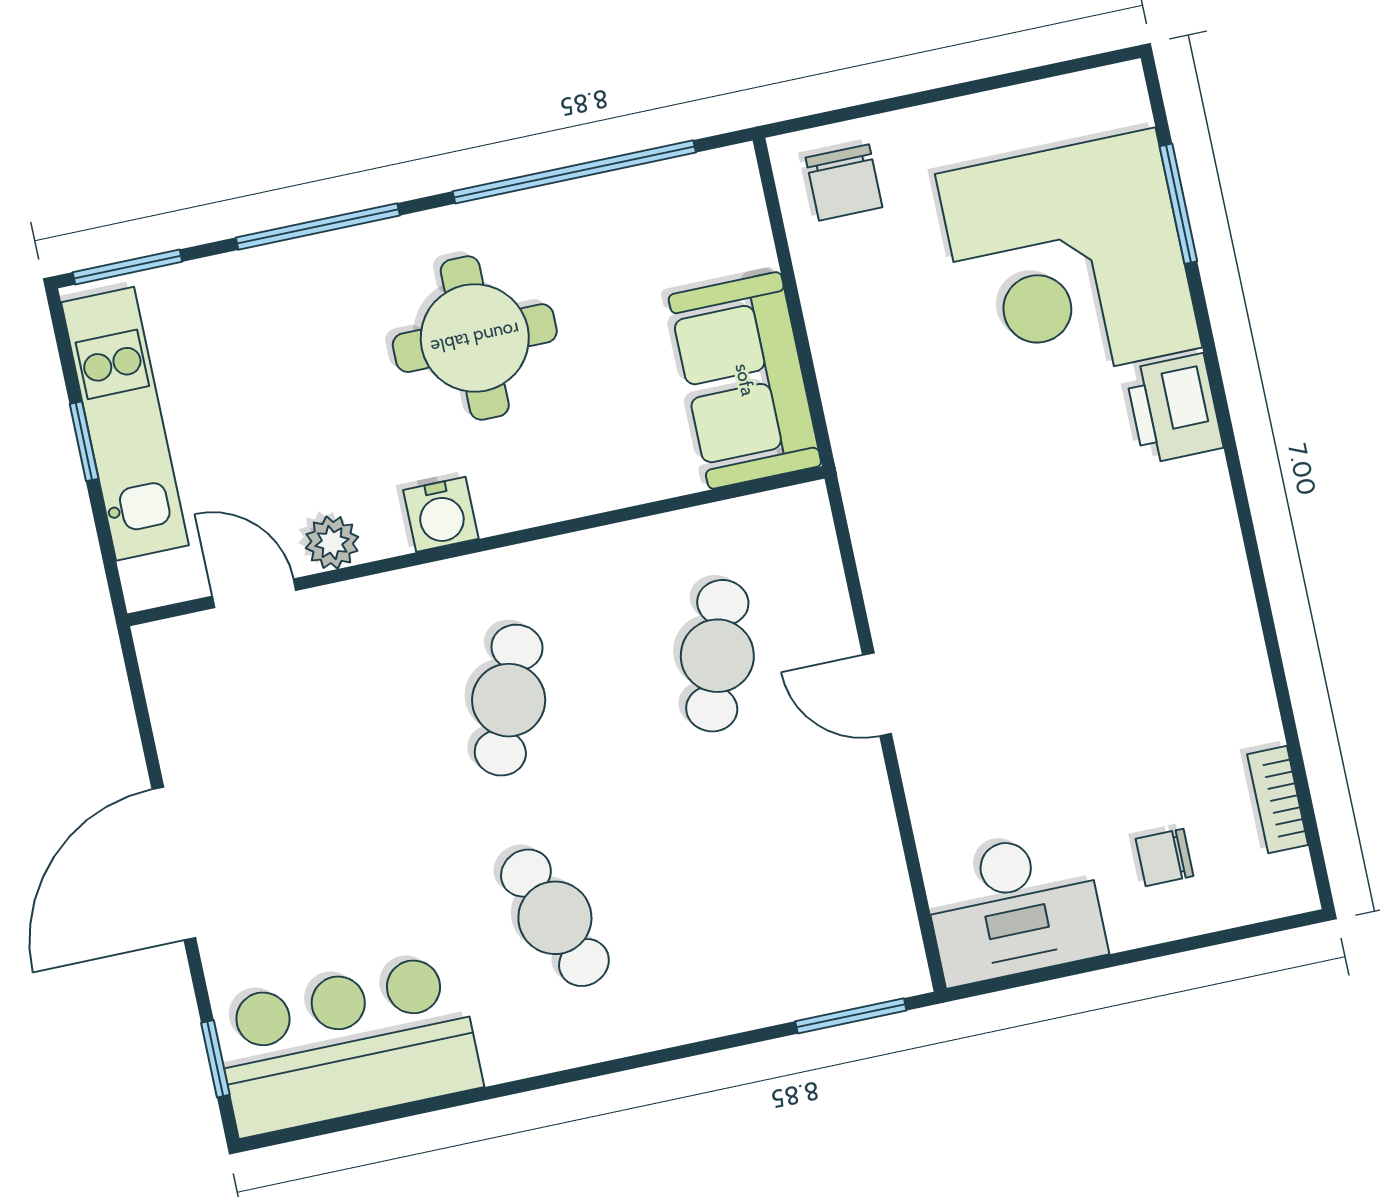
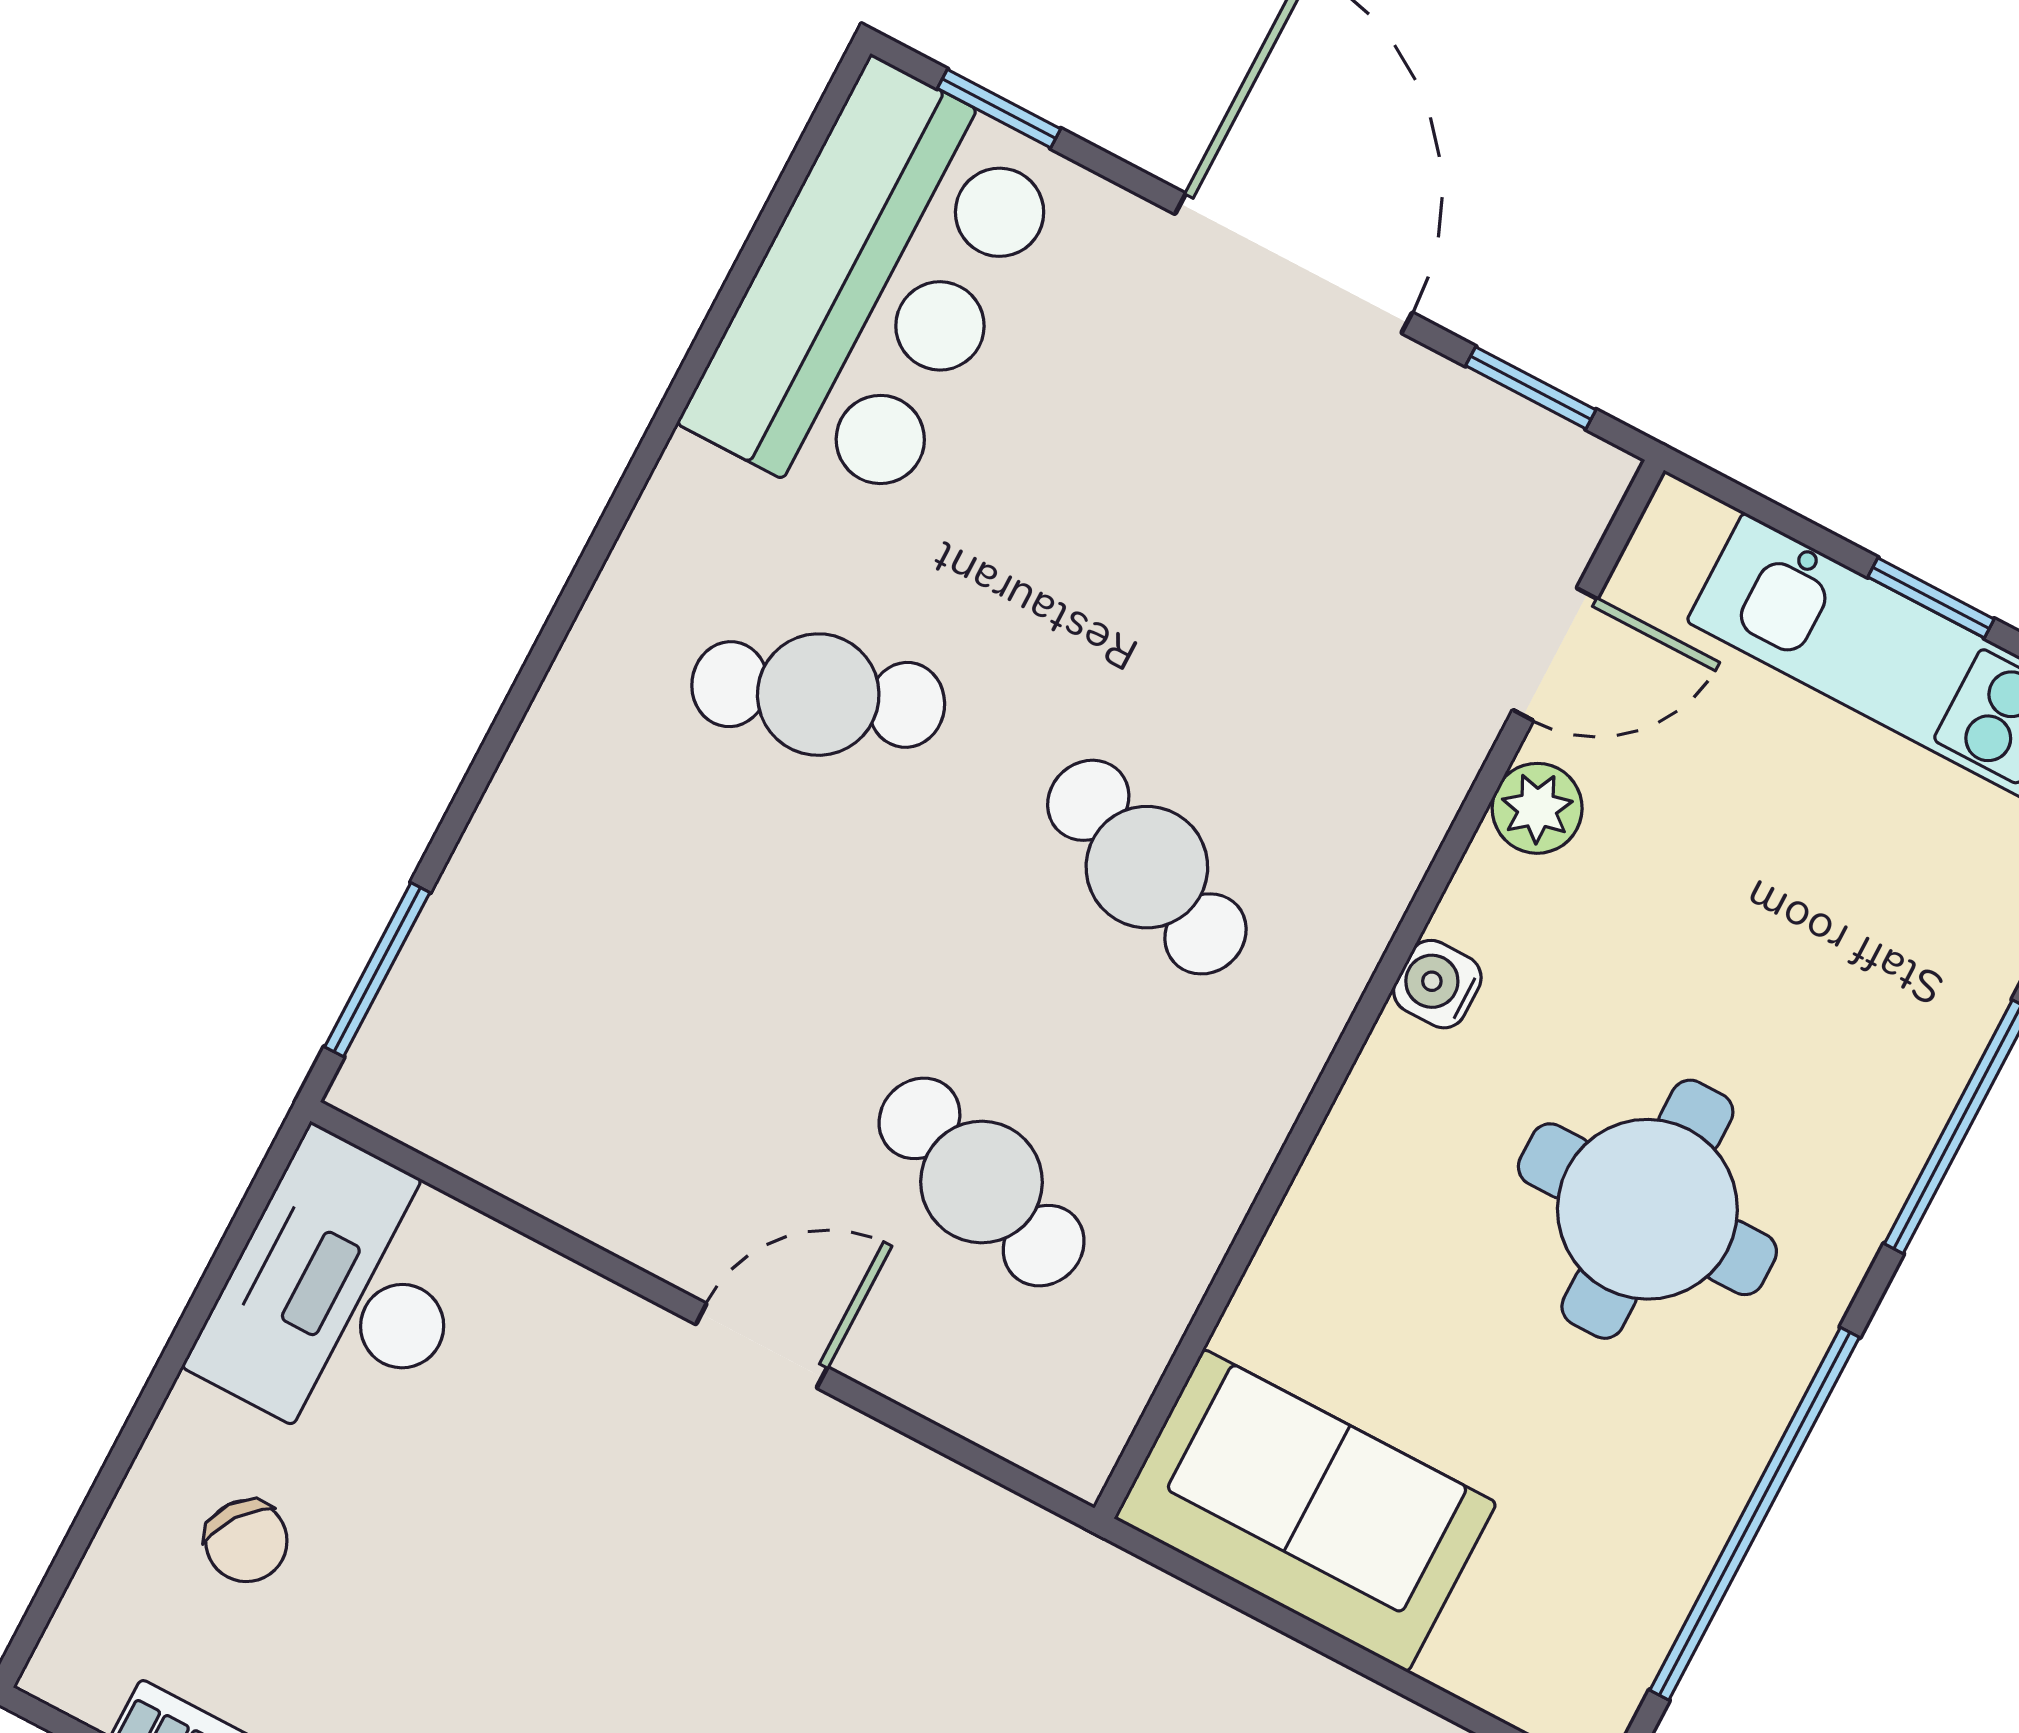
water cooler: (441, 514) -> (1437, 984), width x0.72, depth x0.72
window: (140, 707) -> (1531, 388), added
chair: (1165, 857) -> (246, 1541), turned 126

